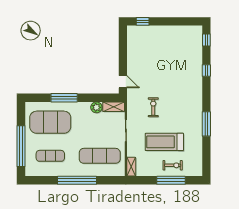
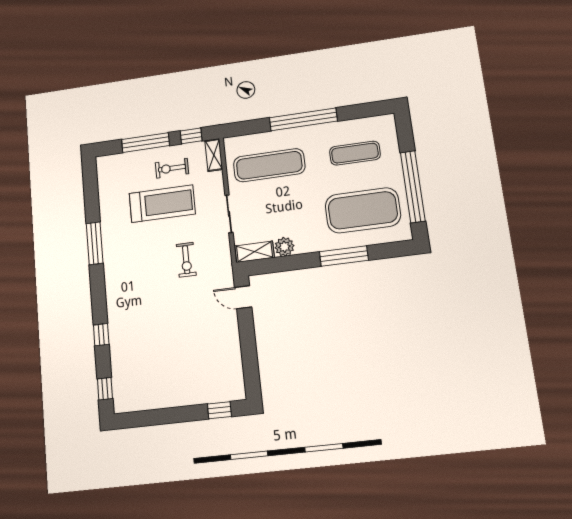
window: (21, 146) -> (413, 187), moved
exercise bike: (173, 165) -> (172, 168), moved
window: (143, 180) -> (191, 136), added

